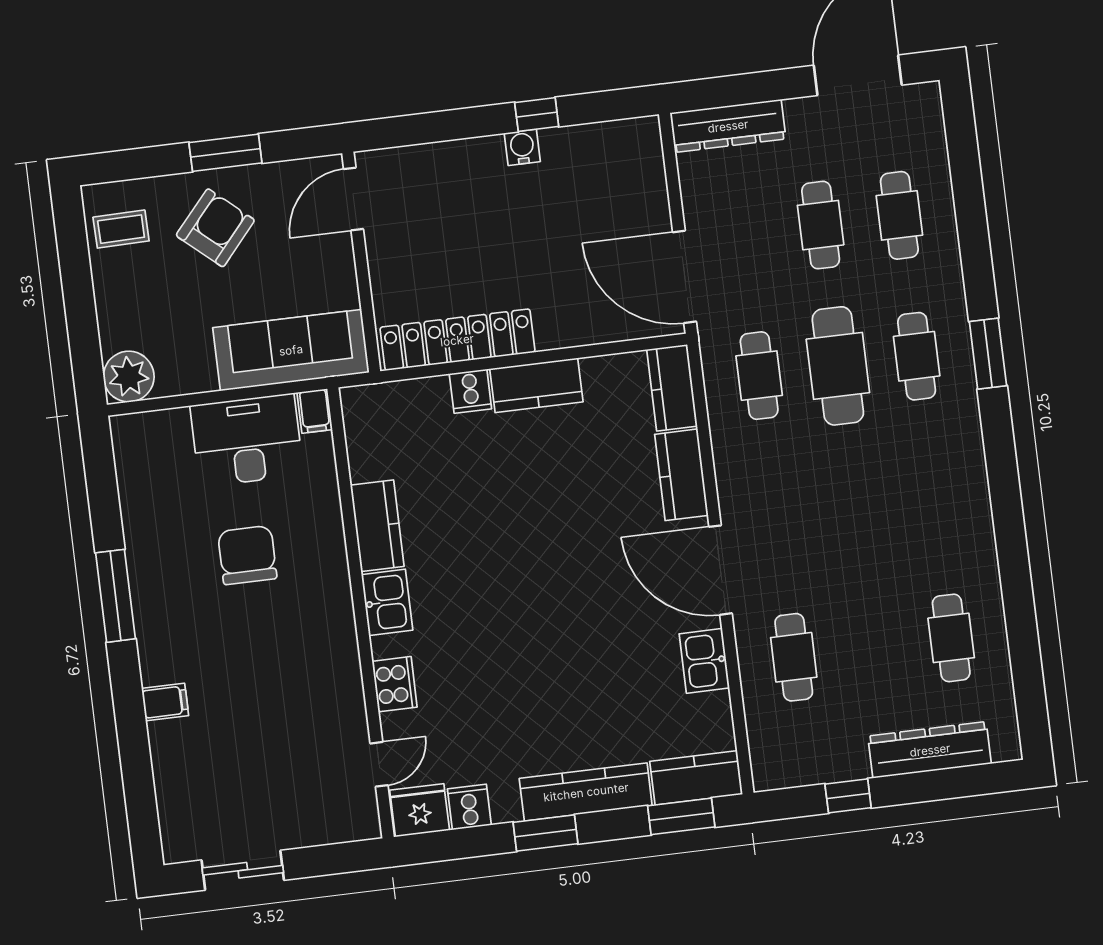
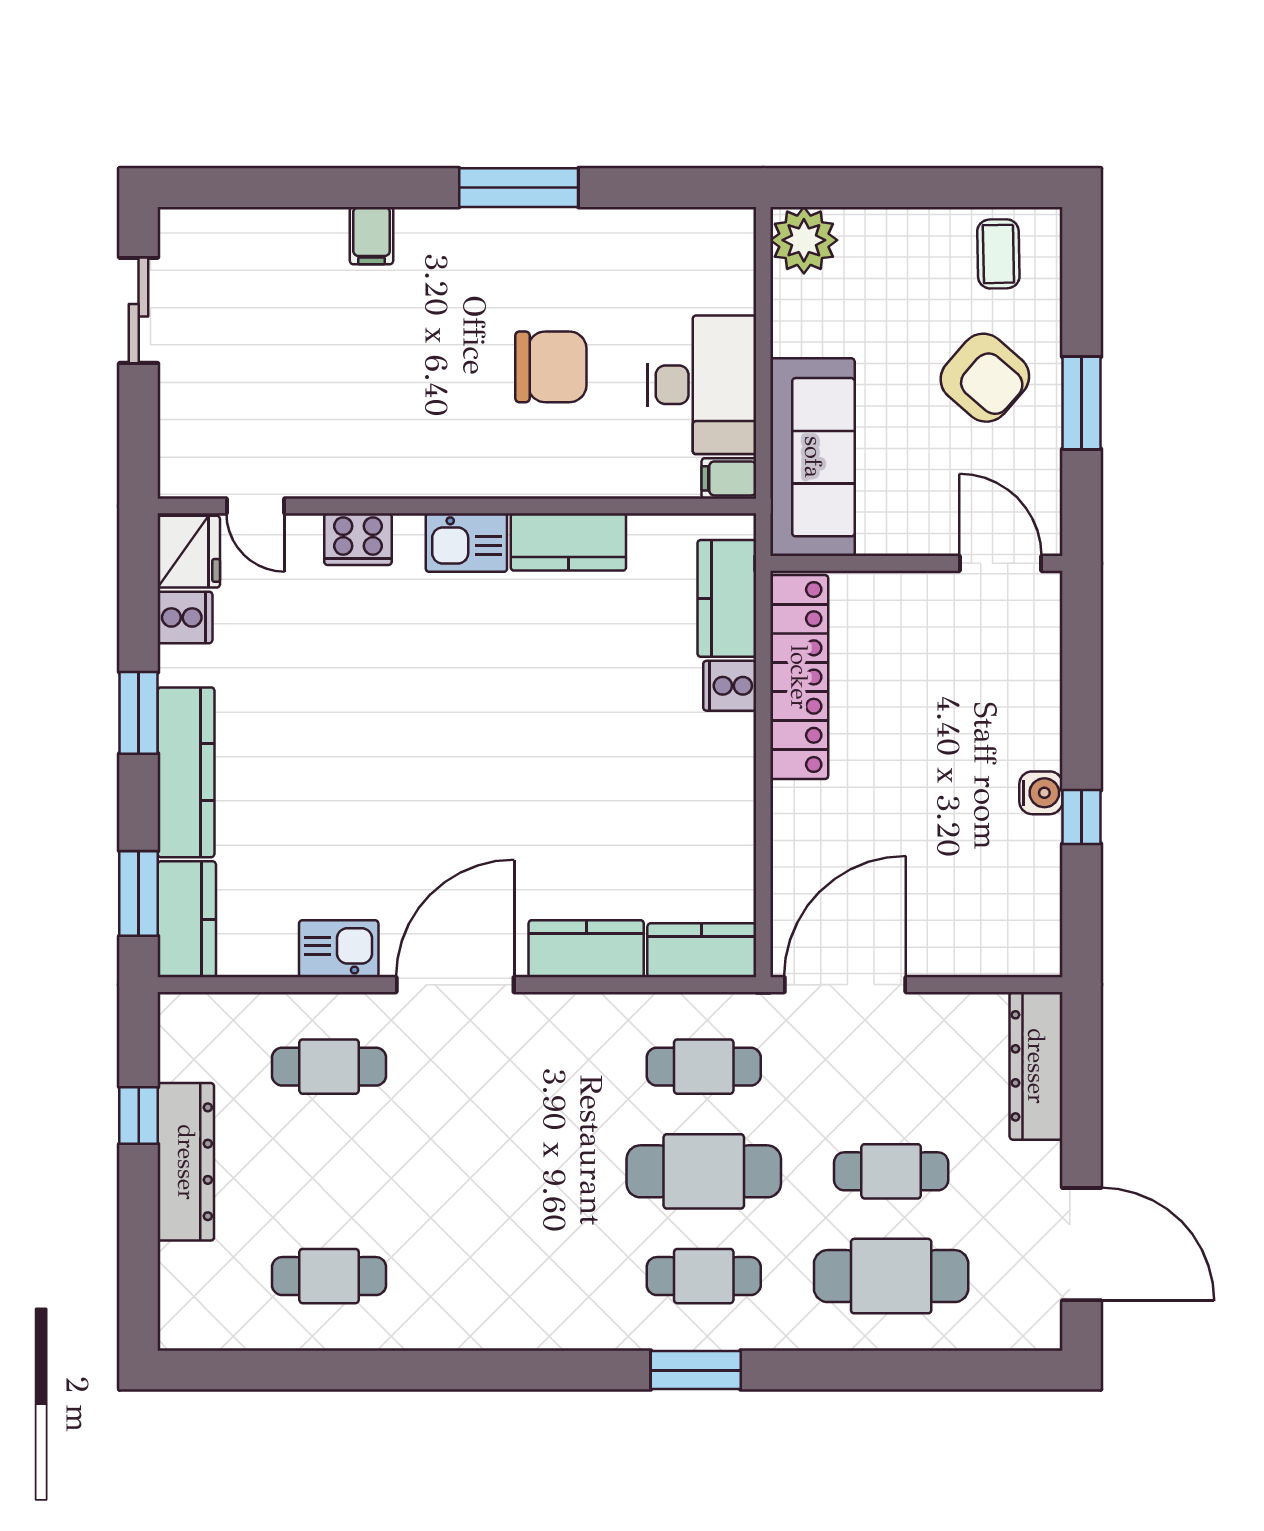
cafe table: (899, 215) -> (891, 1276), width x1.37, depth x1.35
kitchen counter: (536, 385) -> (727, 598), moved
dresser: (930, 750) -> (186, 1162), moved

